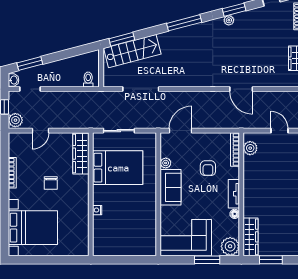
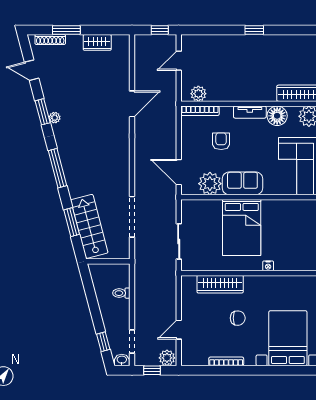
window: (122, 39) -> (72, 222), moved
window: (30, 64) -> (103, 342), width x0.67
toilet: (88, 80) -> (121, 293), moved
door: (40, 131) -> (179, 330), swing flipped
wardrobe: (81, 154) -> (220, 284), moved
plant: (166, 163) -> (210, 184), width x1.88, depth x1.88
bed: (118, 168) -> (242, 227), moved, turned 180
armchair: (208, 168) -> (221, 141), turned -90
floor lamp: (235, 214) -> (277, 116), width x1.89, depth x1.89

